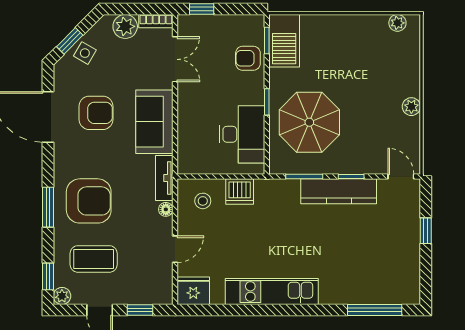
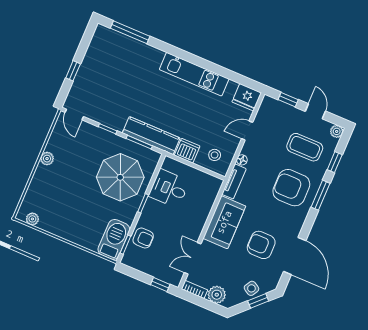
desk: (242, 134) -> (169, 189), width x0.73
kitchen counter: (339, 191) -> (151, 136), moved
window: (48, 276) -> (335, 162), moved

